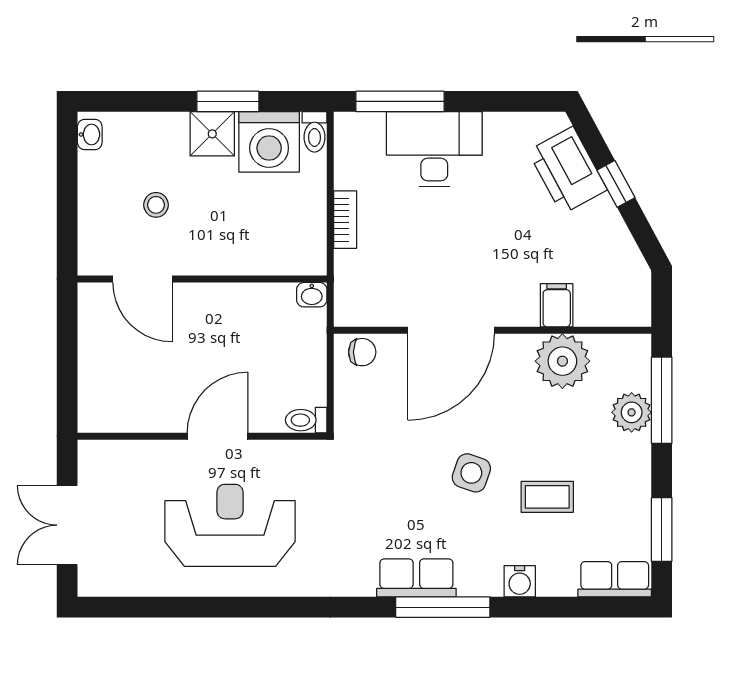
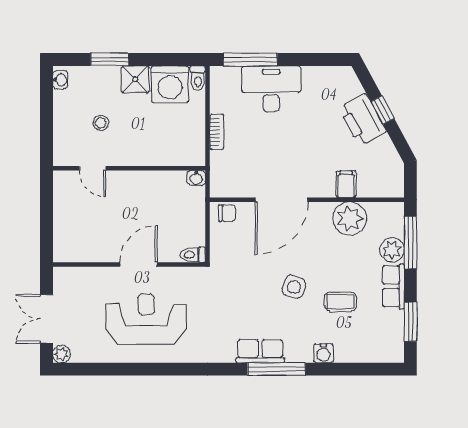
window: (228, 101) -> (110, 60), moved
printer: (567, 170) -> (362, 120), moved
door: (143, 279) -> (93, 168), width x0.73
row of seats: (615, 579) -> (393, 286), moved, turned -90
plant: (92, 582) -> (62, 354), added

